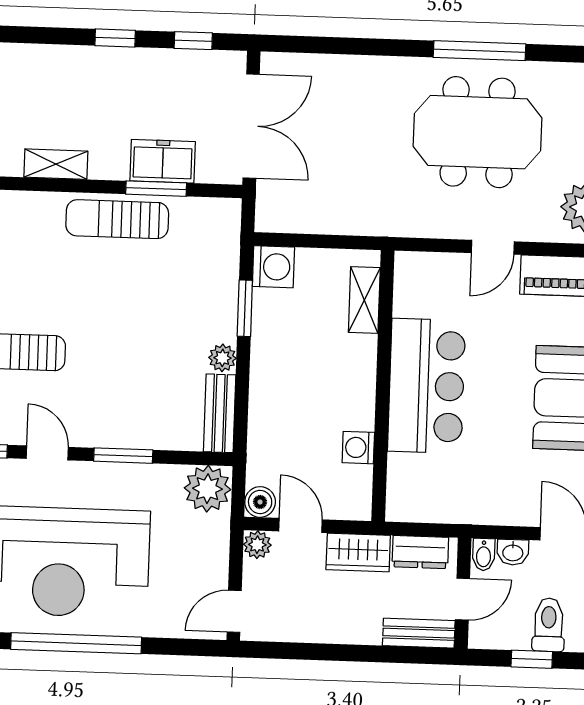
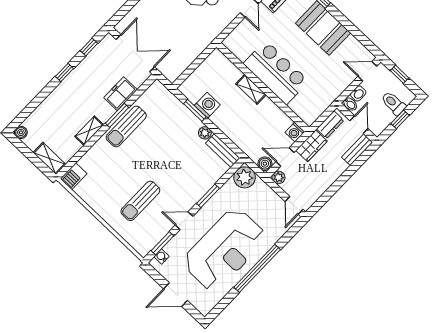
window: (156, 189) -> (117, 115), moved
washing machine: (273, 267) -> (207, 105), moved
shelving: (364, 300) -> (251, 89), moved
washing machine: (358, 448) -> (295, 132), moved

